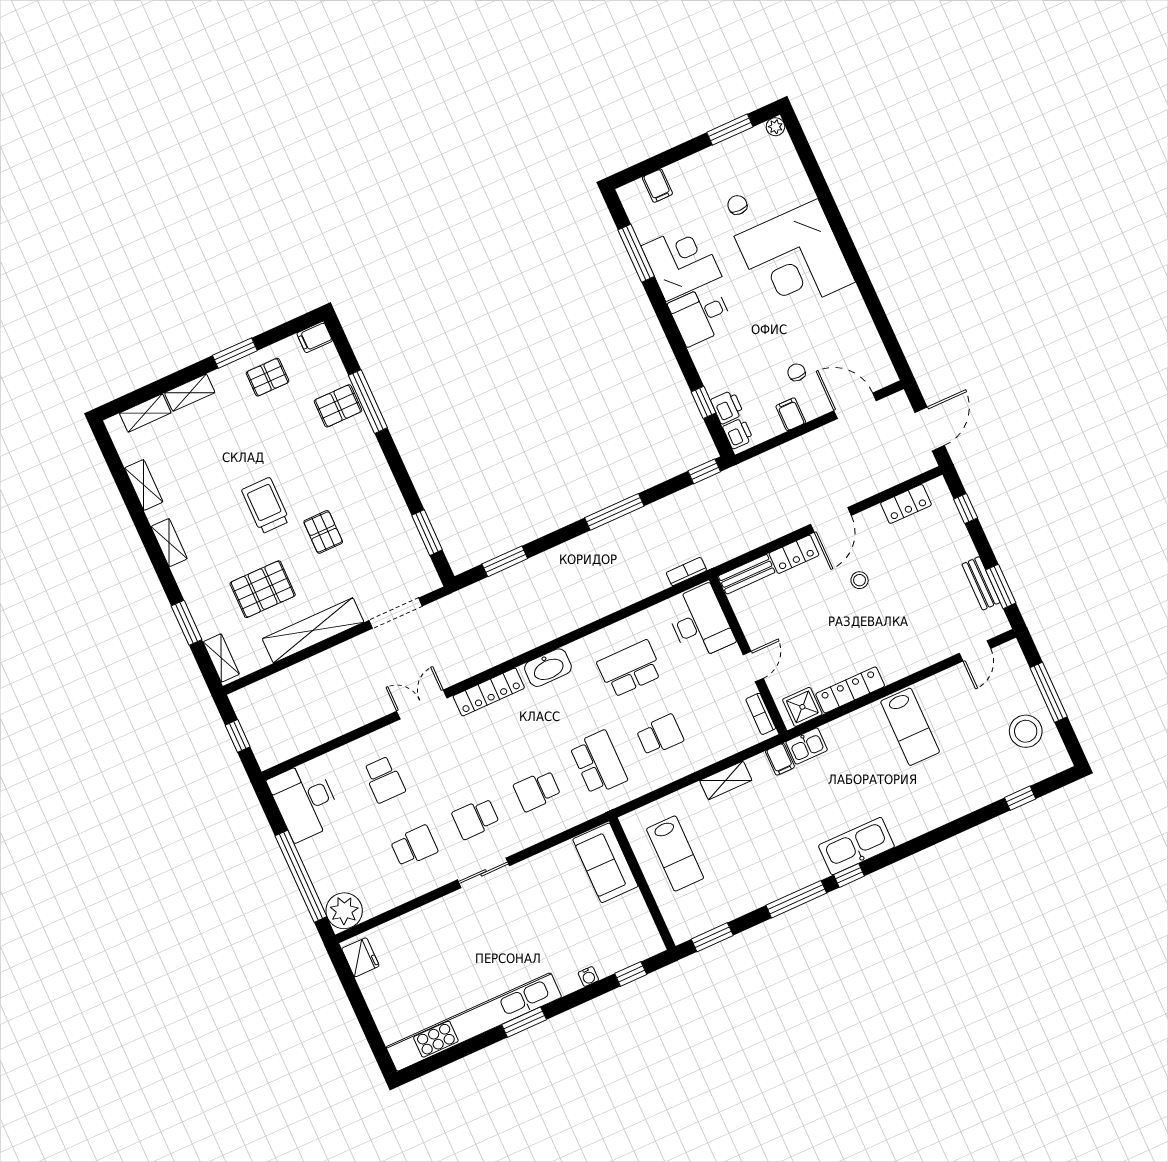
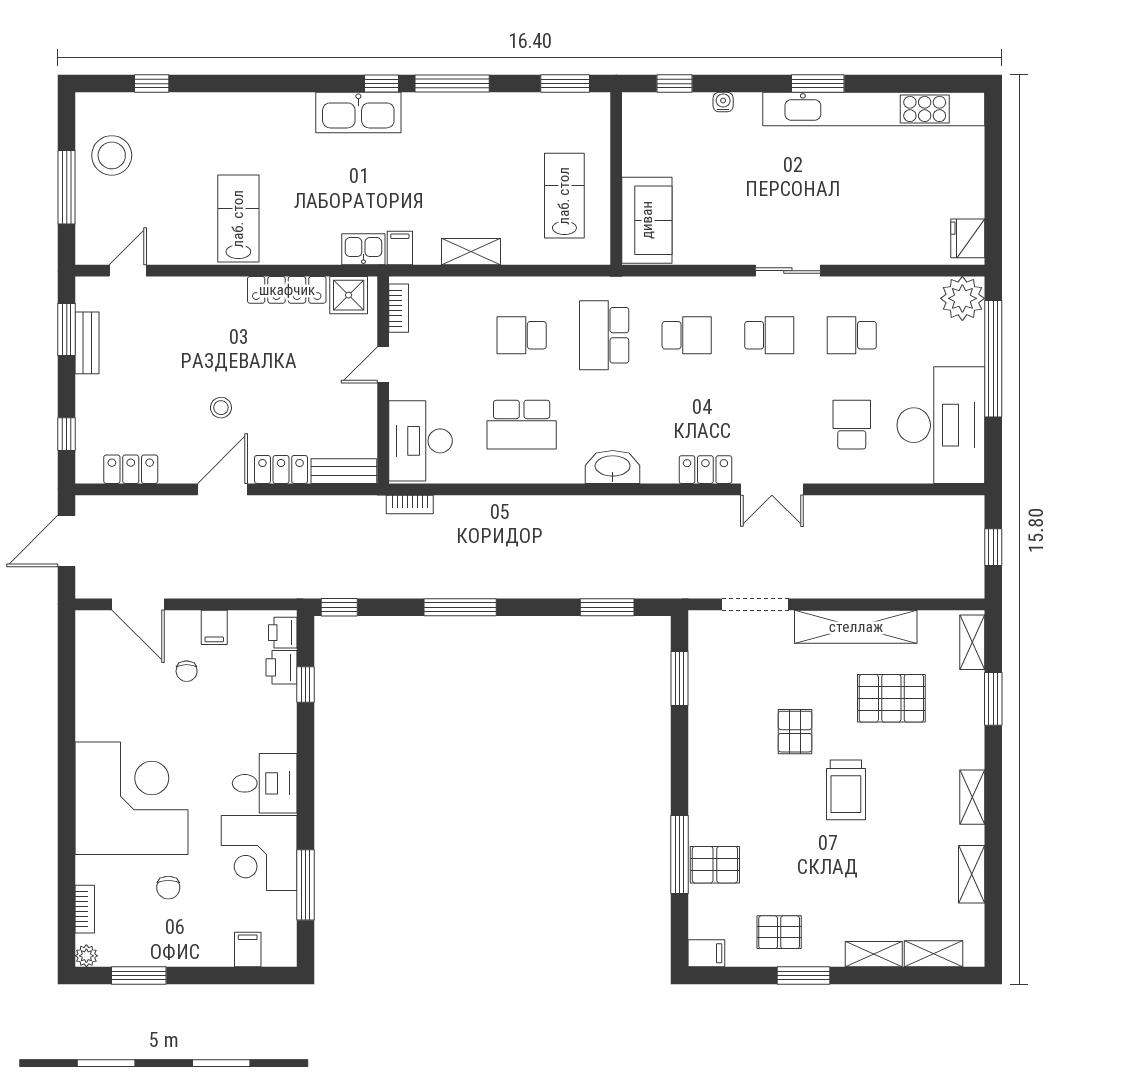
bookcase: (792, 161) -> (85, 909), added
locker: (489, 692) -> (705, 470), width x0.66
desk: (305, 801) -> (941, 425), width x1.36, depth x1.30

